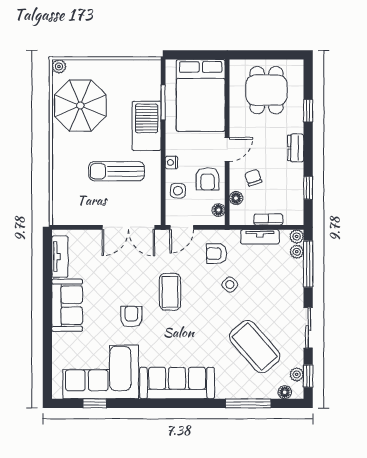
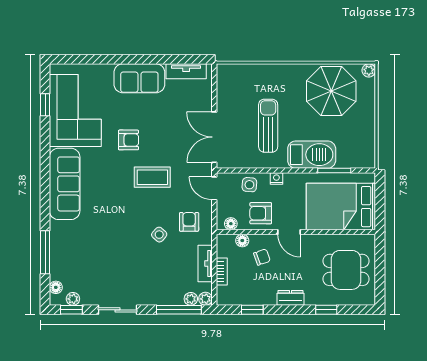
coffee table: (255, 347) -> (100, 258), removed

